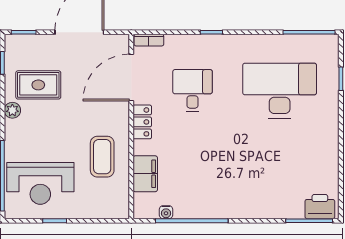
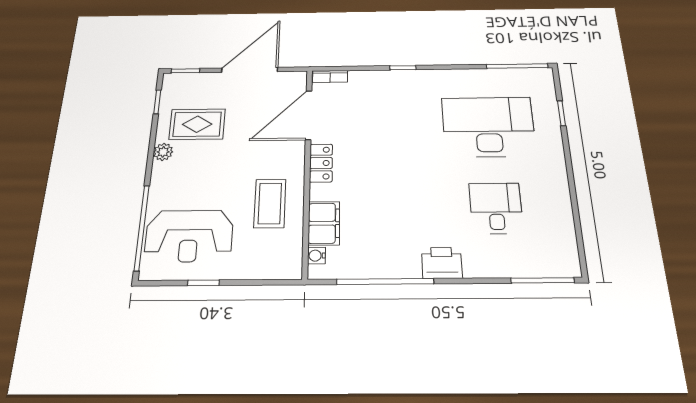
desk: (193, 91) -> (496, 208), moved
printer: (320, 207) -> (442, 263), moved
water cooler: (166, 212) -> (316, 256), moved, turned 90

